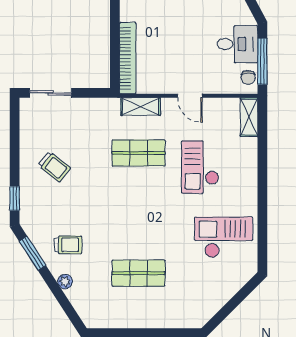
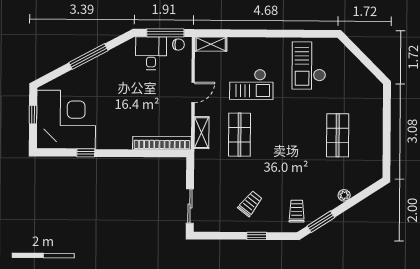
window: (15, 198) -> (257, 236), moved
trolley: (68, 245) -> (297, 211), moved

